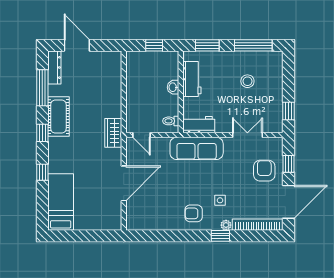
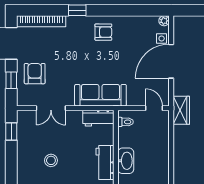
washbasin: (173, 87) -> (126, 161), width x1.91, depth x1.45
armchair: (264, 171) -> (35, 74), turned 180
side table: (220, 200) -> (162, 38), moved
plant: (226, 225) -> (164, 21), moved

